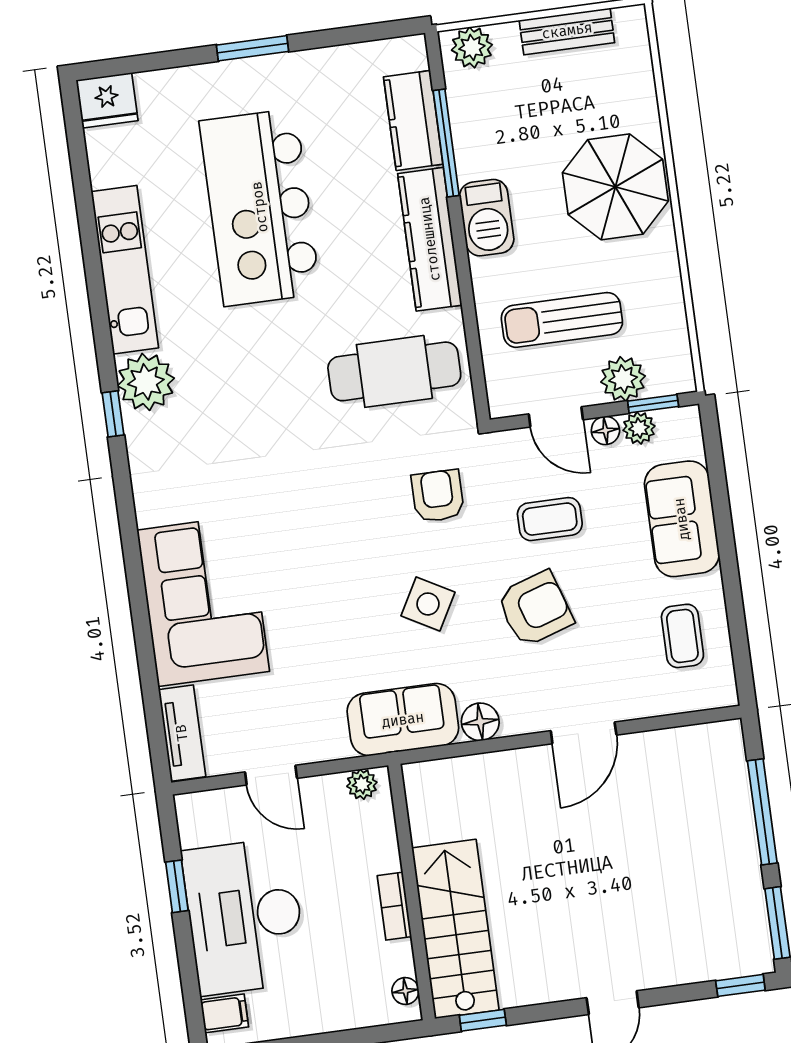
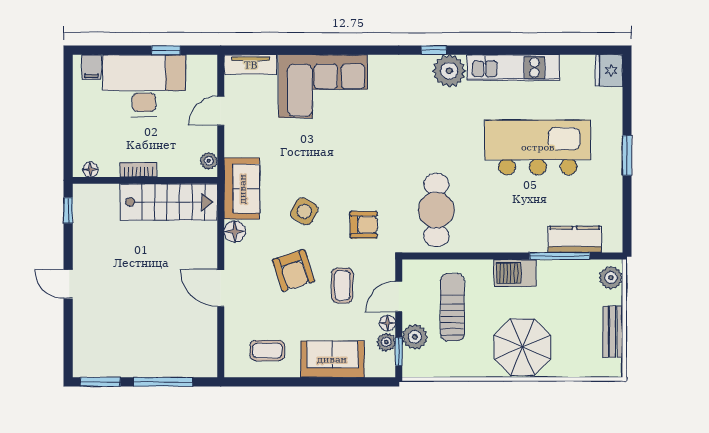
kitchen counter: (430, 239) -> (507, 240), removed
stairs: (455, 929) -> (169, 202), moved
window: (740, 985) -> (68, 357), removed

